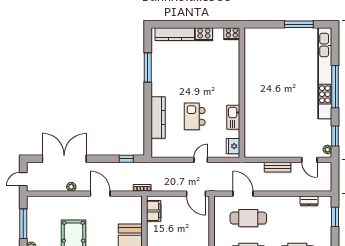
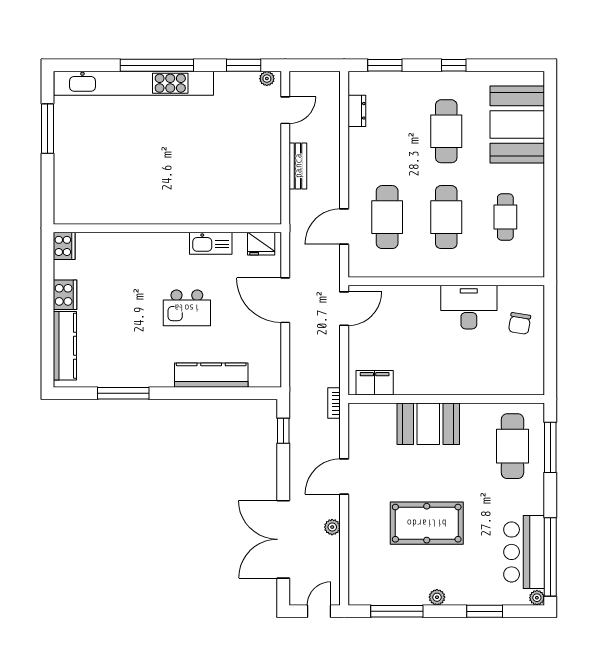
kitchen island: (195, 116) -> (187, 308), moved
door: (201, 160) -> (285, 300), width x1.87
door: (23, 179) -> (319, 611), swing flipped

